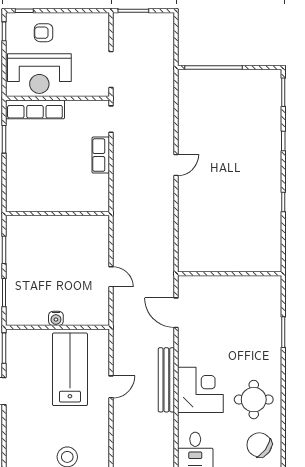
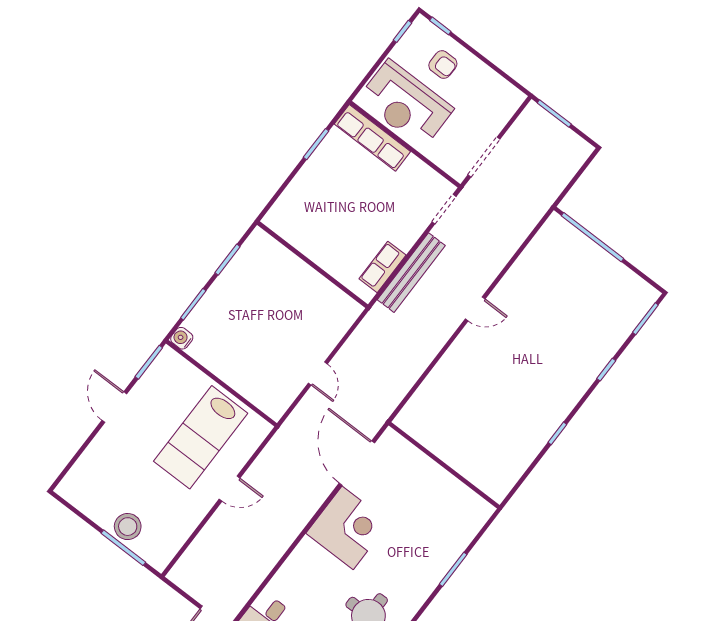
armchair: (44, 33) -> (443, 65), turned 180
row of seats: (101, 155) -> (383, 267), moved
door: (176, 313) -> (357, 463), width x1.36
water cooler: (56, 318) -> (182, 338), moved, turned 90
lab bench: (70, 369) -> (201, 437), turned 180
bench: (166, 380) -> (411, 273), moved
corner desk: (200, 390) -> (348, 528), moved

